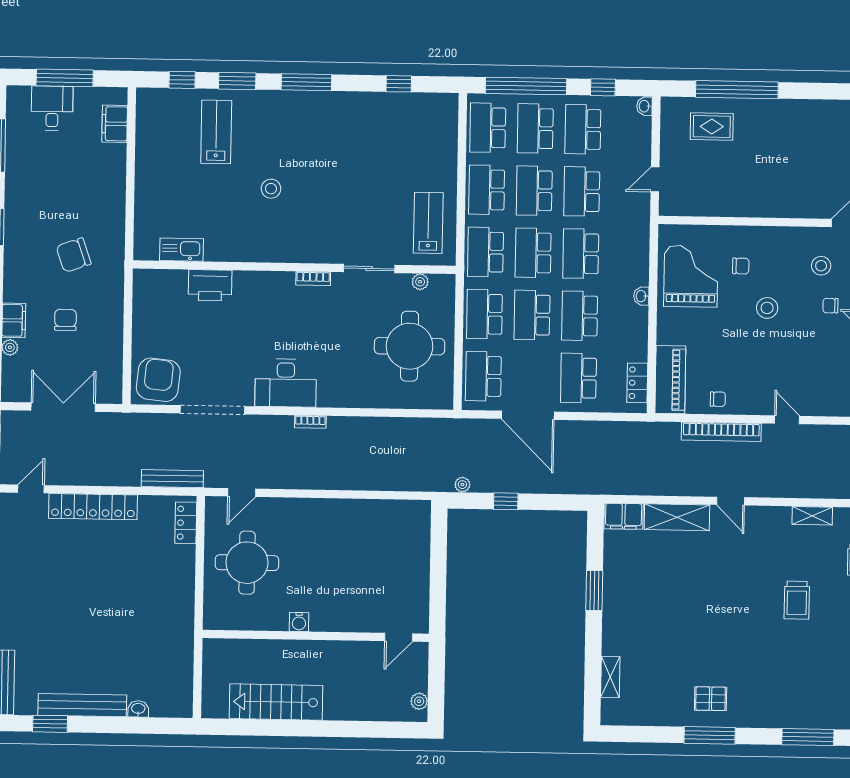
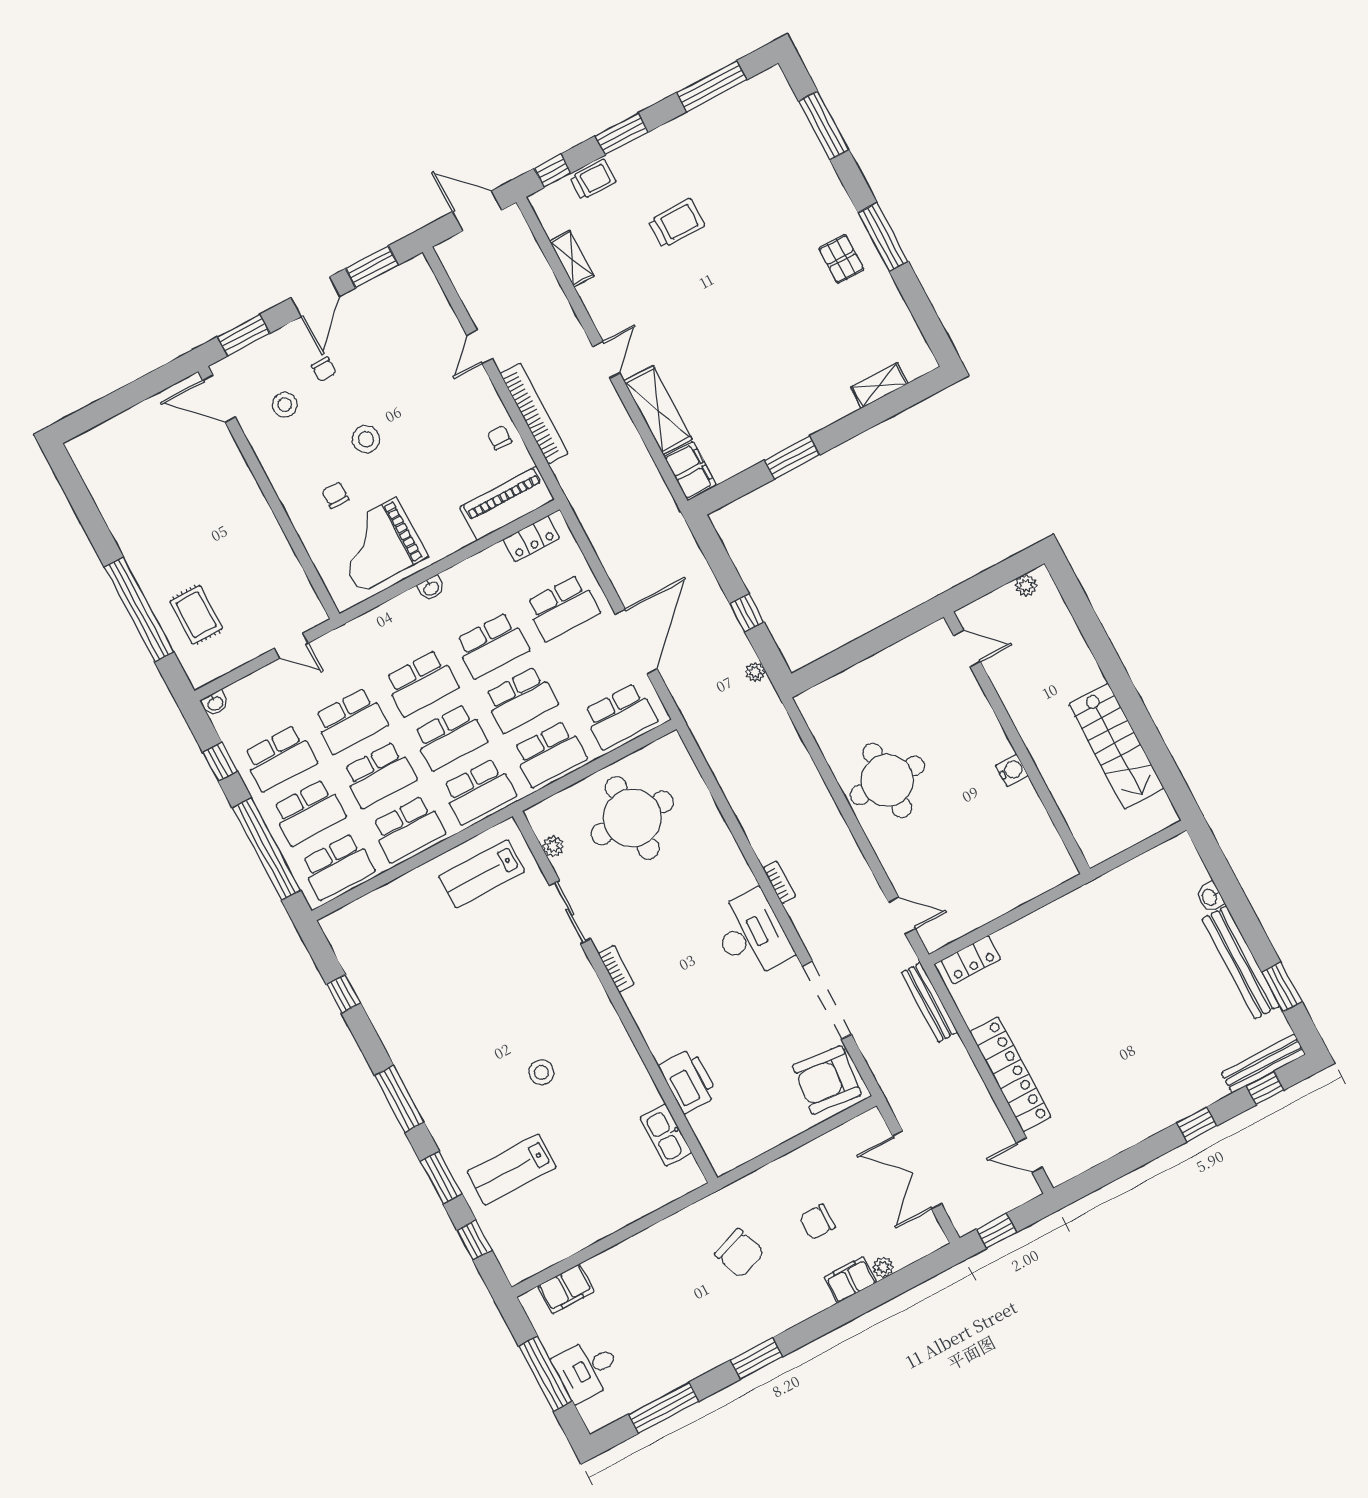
round table: (247, 563) -> (887, 780), moved

